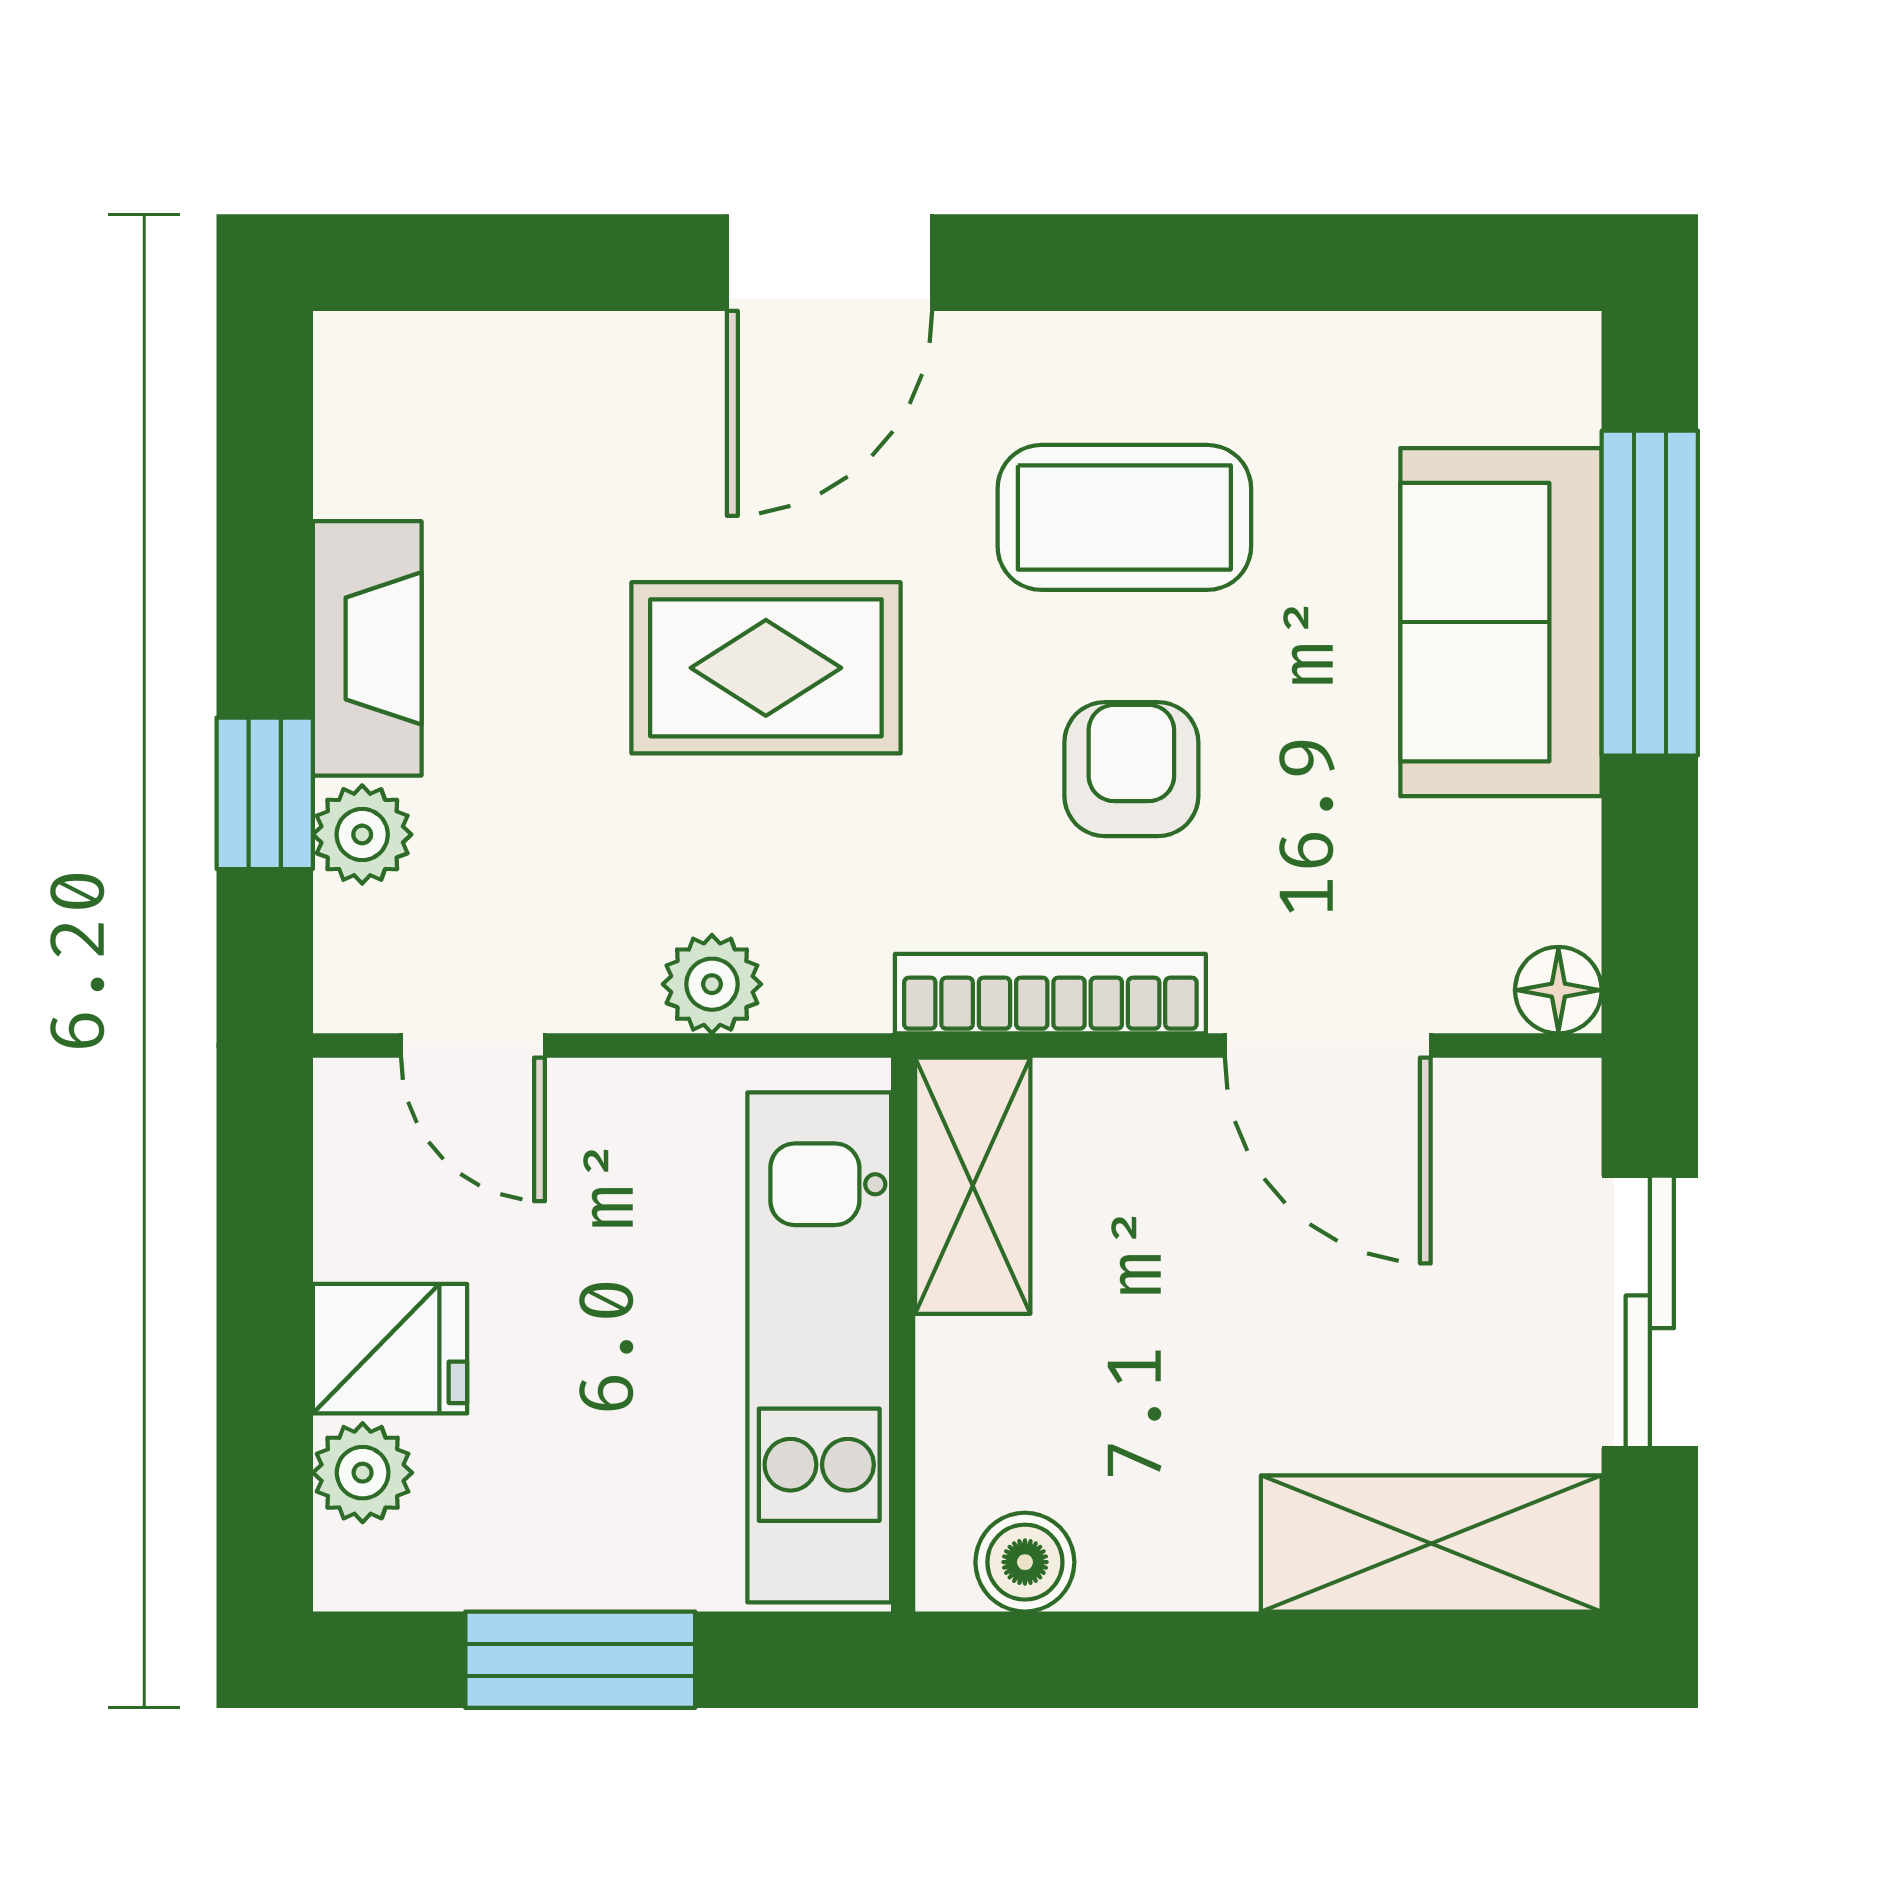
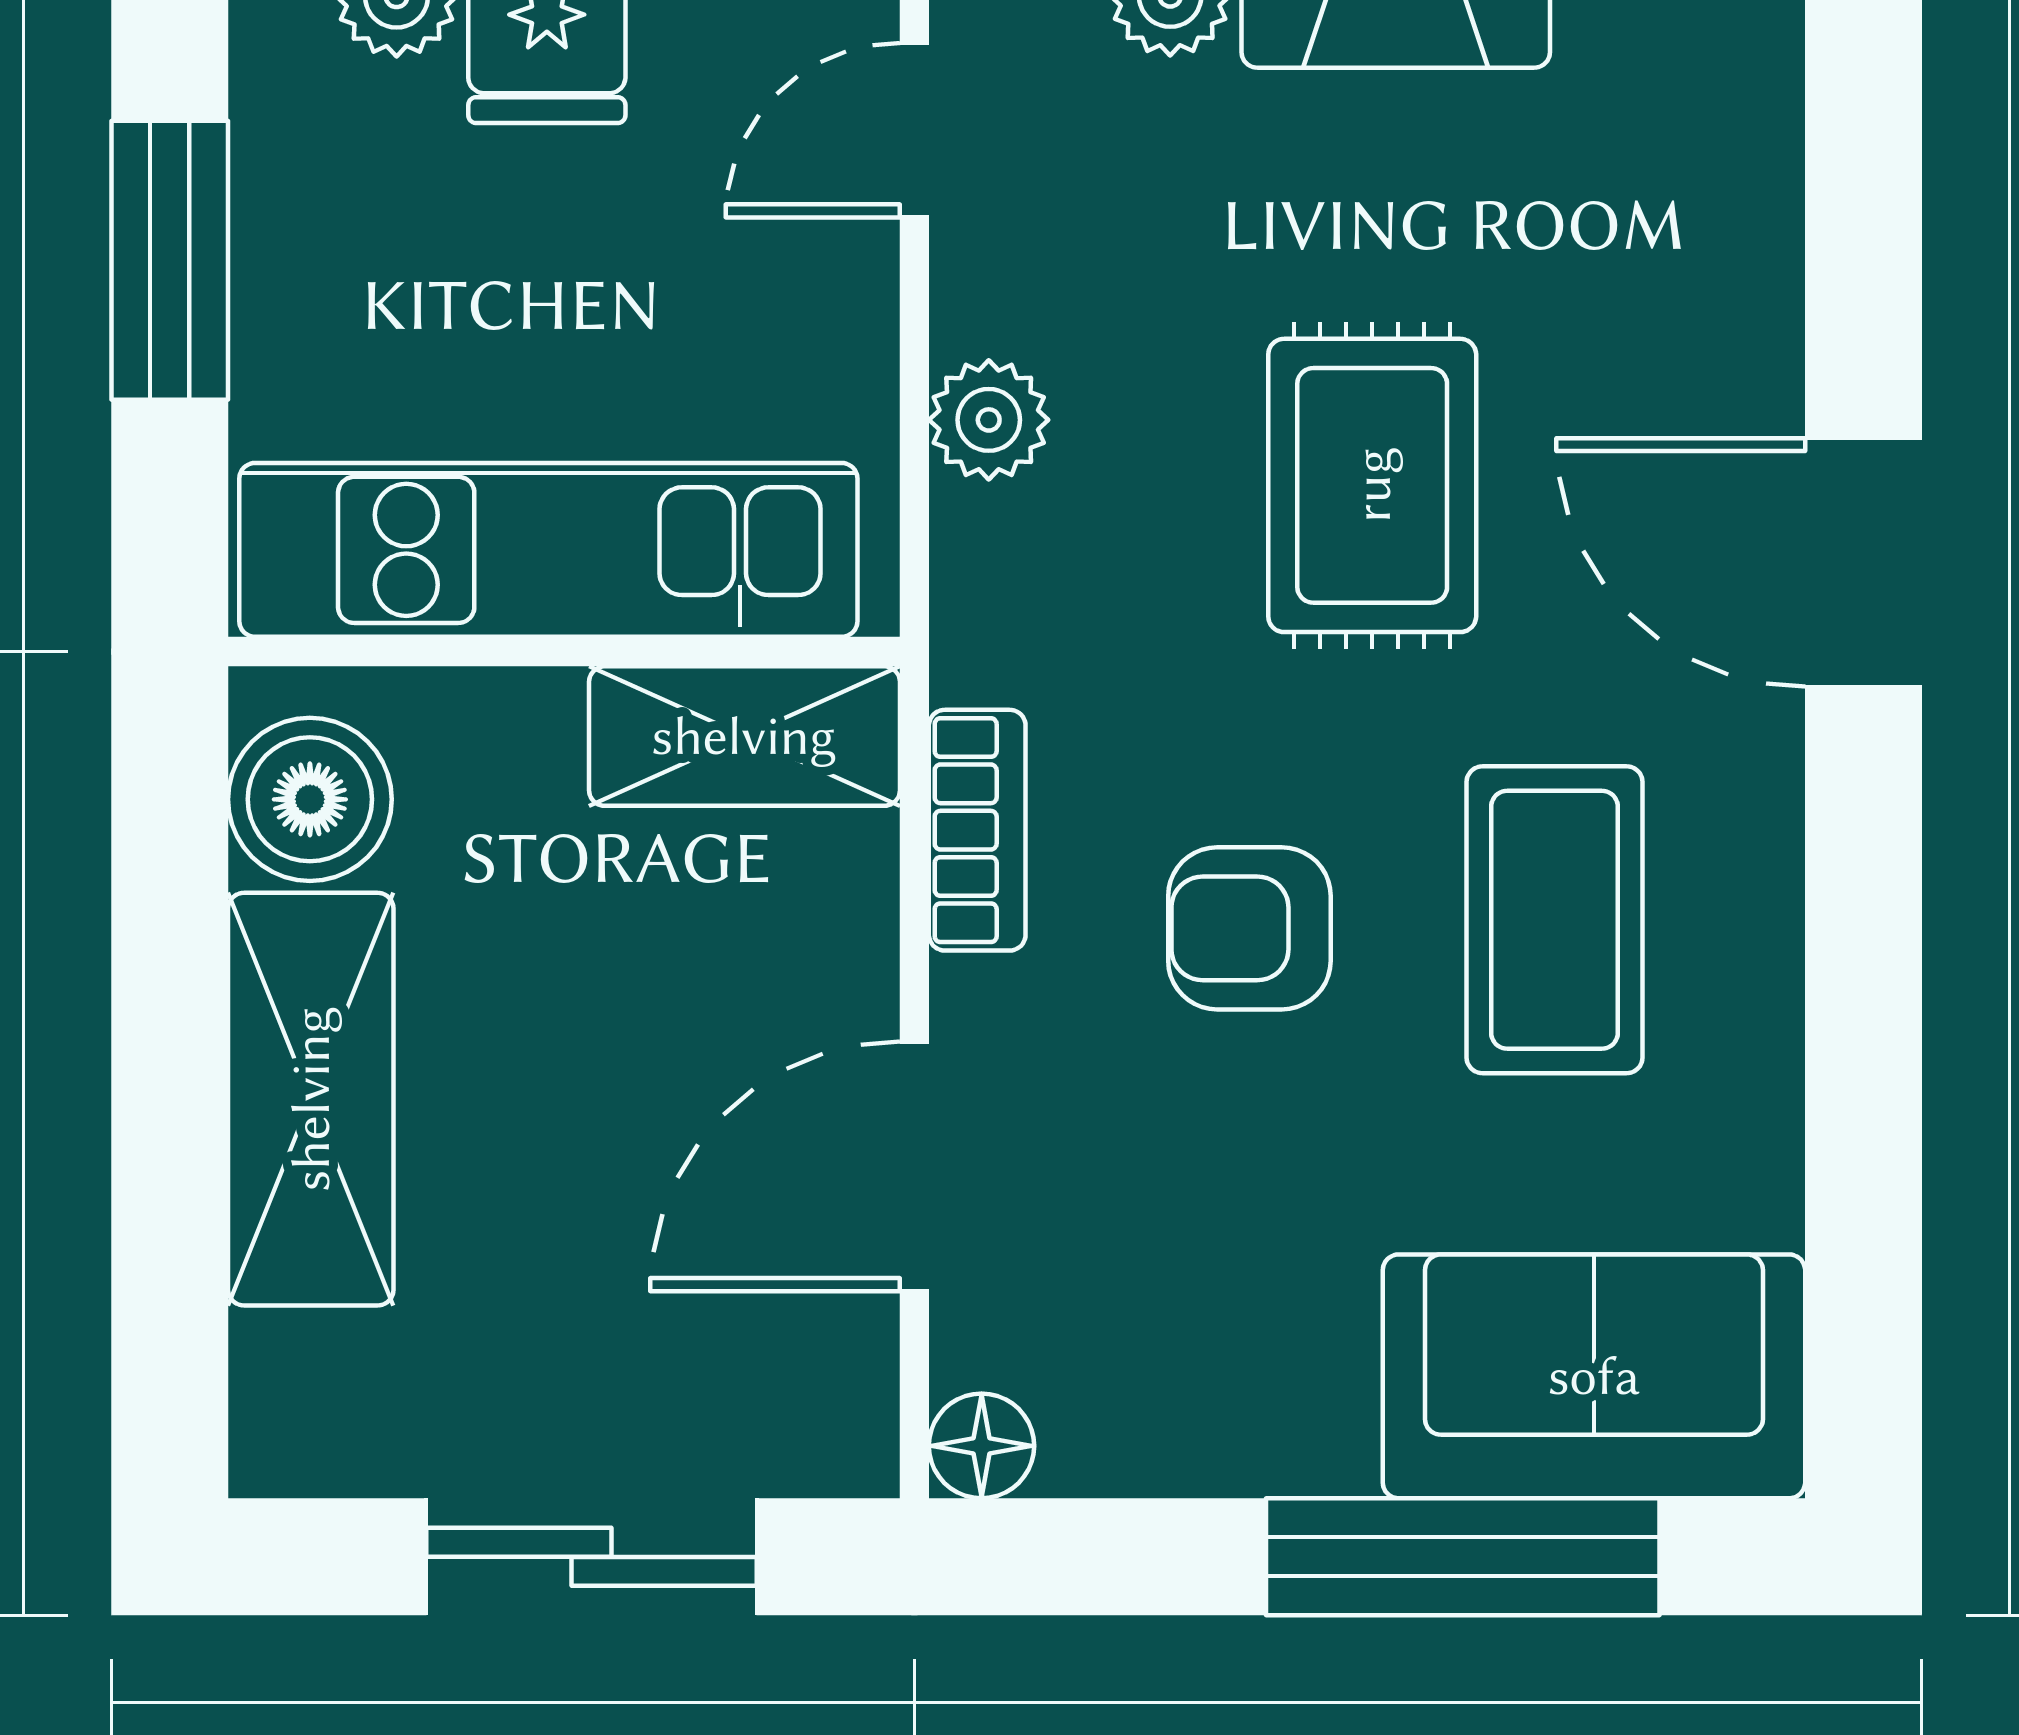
sofa: (1501, 622) -> (1594, 1376), moved
armchair: (1131, 769) -> (1249, 928), turned 180
bookcase: (1050, 994) -> (977, 830), width x0.64
shelving: (1431, 1543) -> (311, 1099), moved
boiler: (1025, 1562) -> (310, 799), width x1.36, depth x1.36

